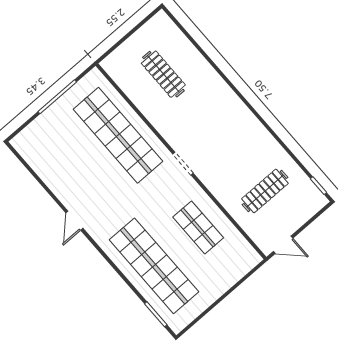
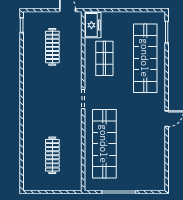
clothes rail: (265, 191) -> (52, 47), turned 90
freezer: (242, 252) -> (93, 25), added

